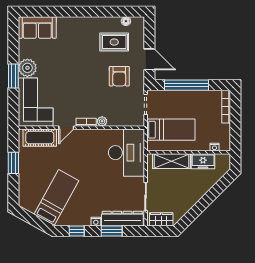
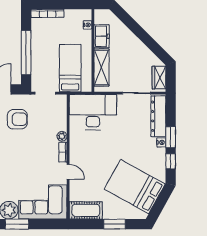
cot: (40, 138) -> (86, 210), moved, turned 90
window: (13, 163) -> (114, 224), moved
bed: (56, 198) -> (135, 187), width x1.50
window: (112, 231) -> (171, 137), moved

